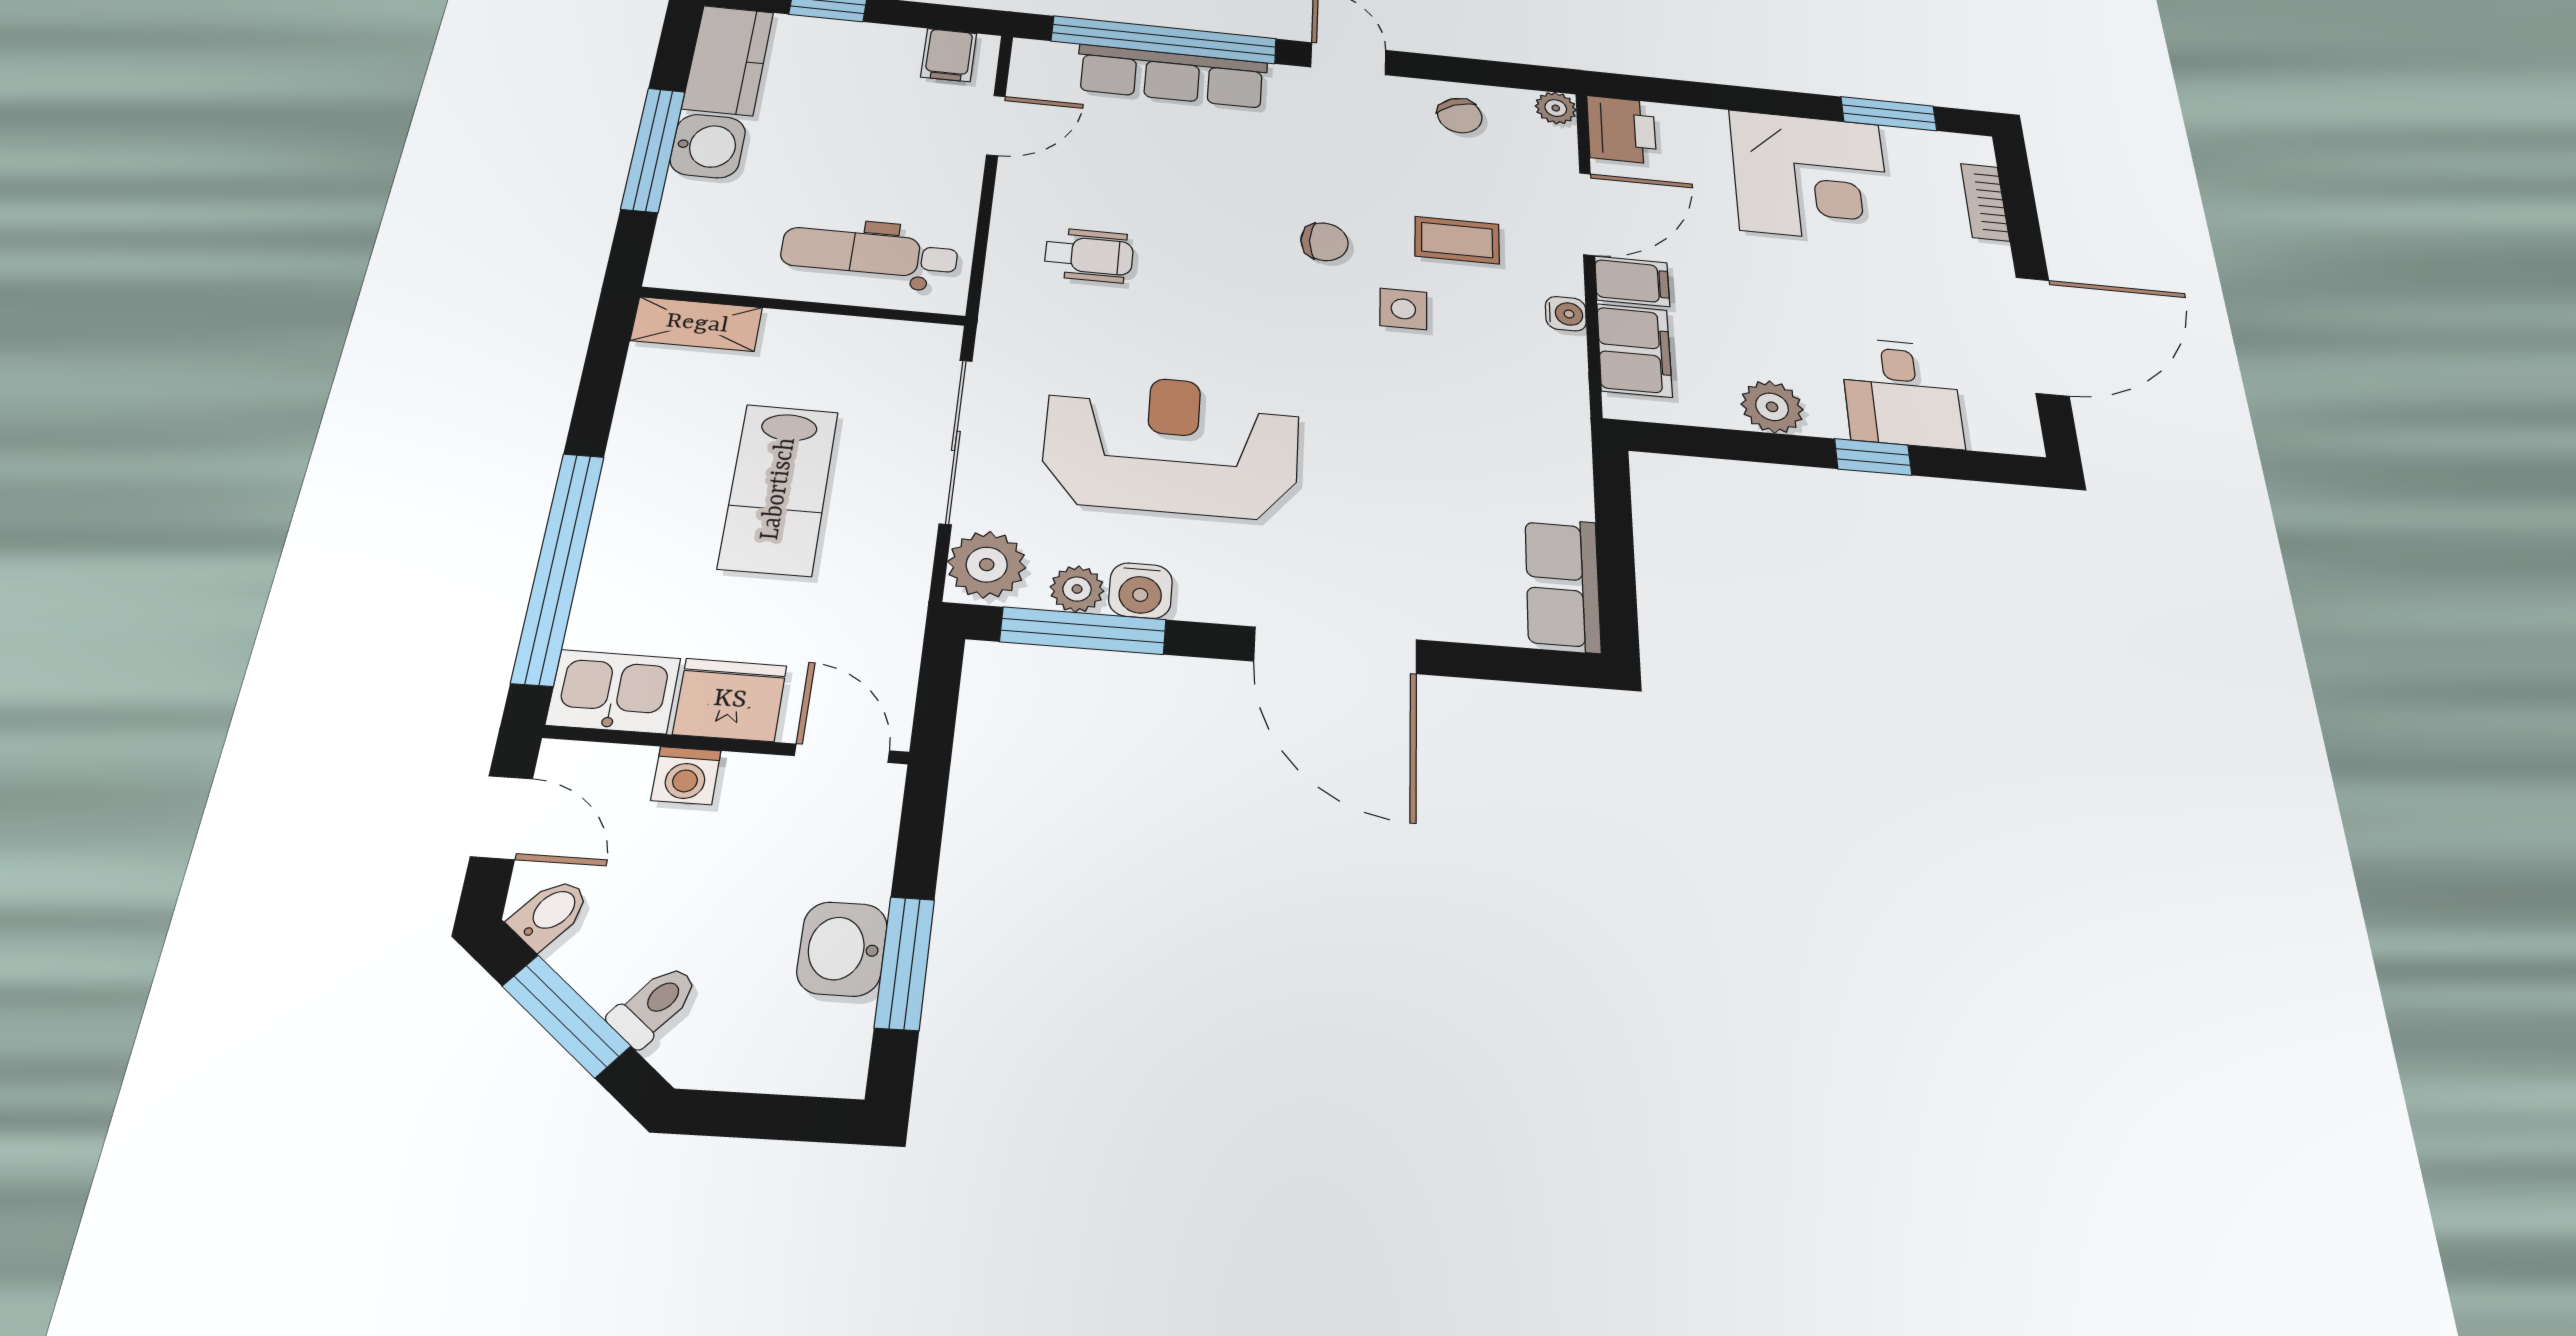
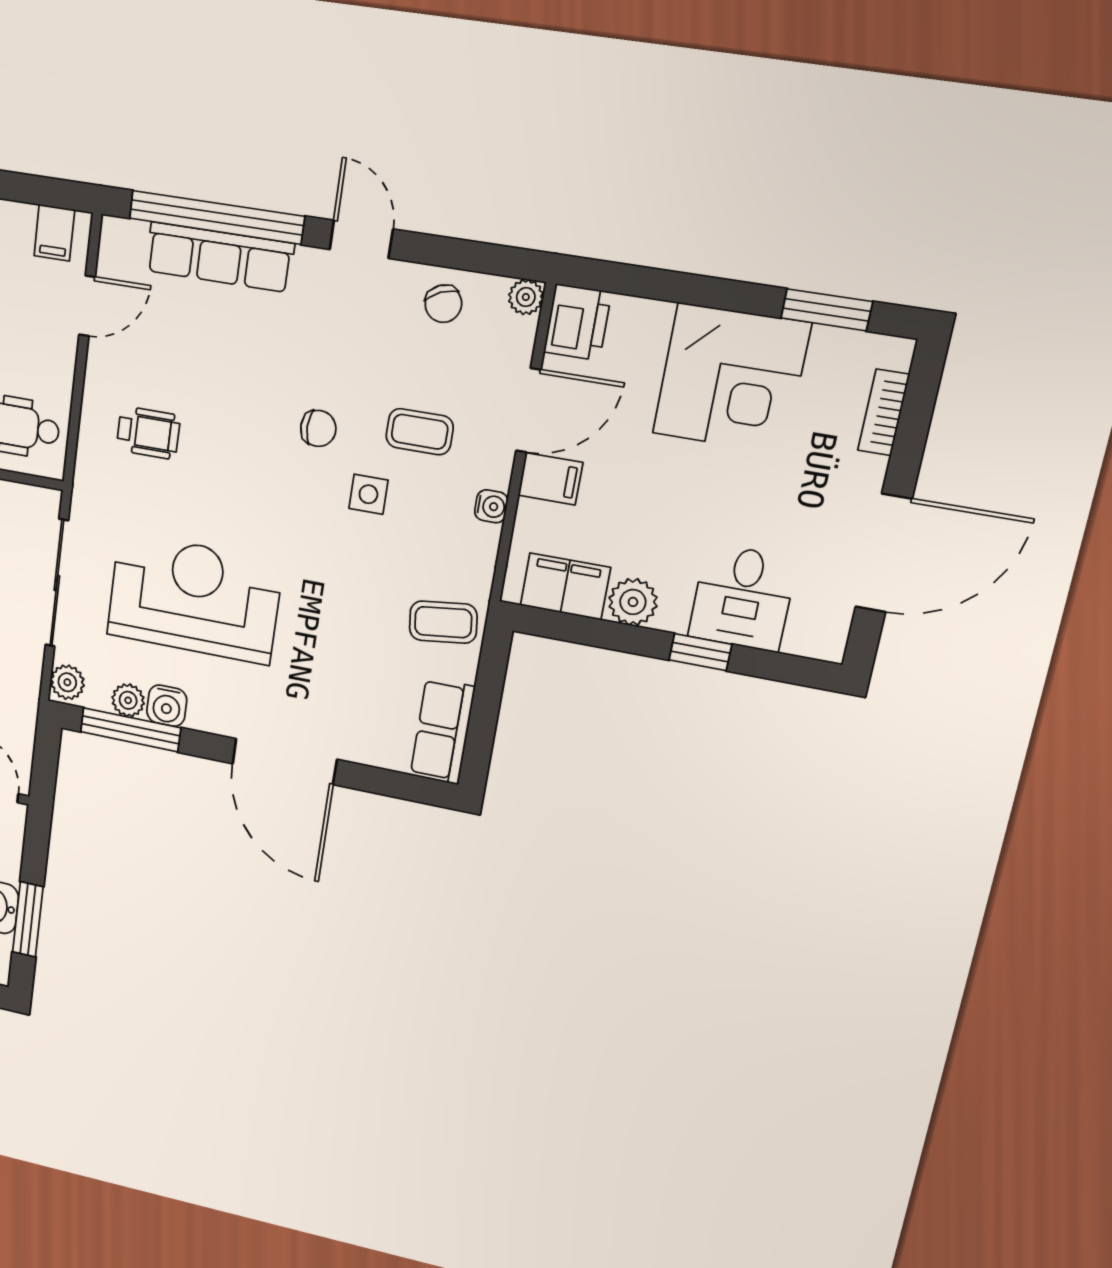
filing cabinet: (1634, 350) -> (565, 586), moved, turned -90
coffee table: (1533, 448) -> (443, 622), added
plant: (987, 565) -> (67, 682), width x0.73, depth x0.73

